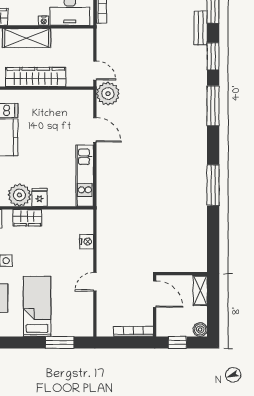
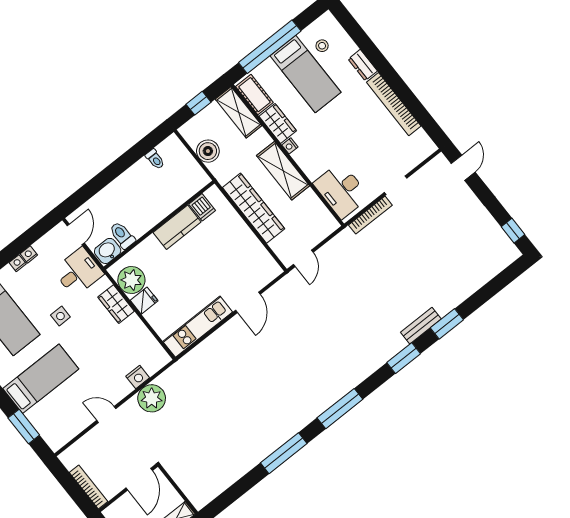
nightstand: (44, 21) -> (290, 146), moved
plant: (108, 94) -> (152, 398), moved
window: (213, 106) -> (340, 409), moved

